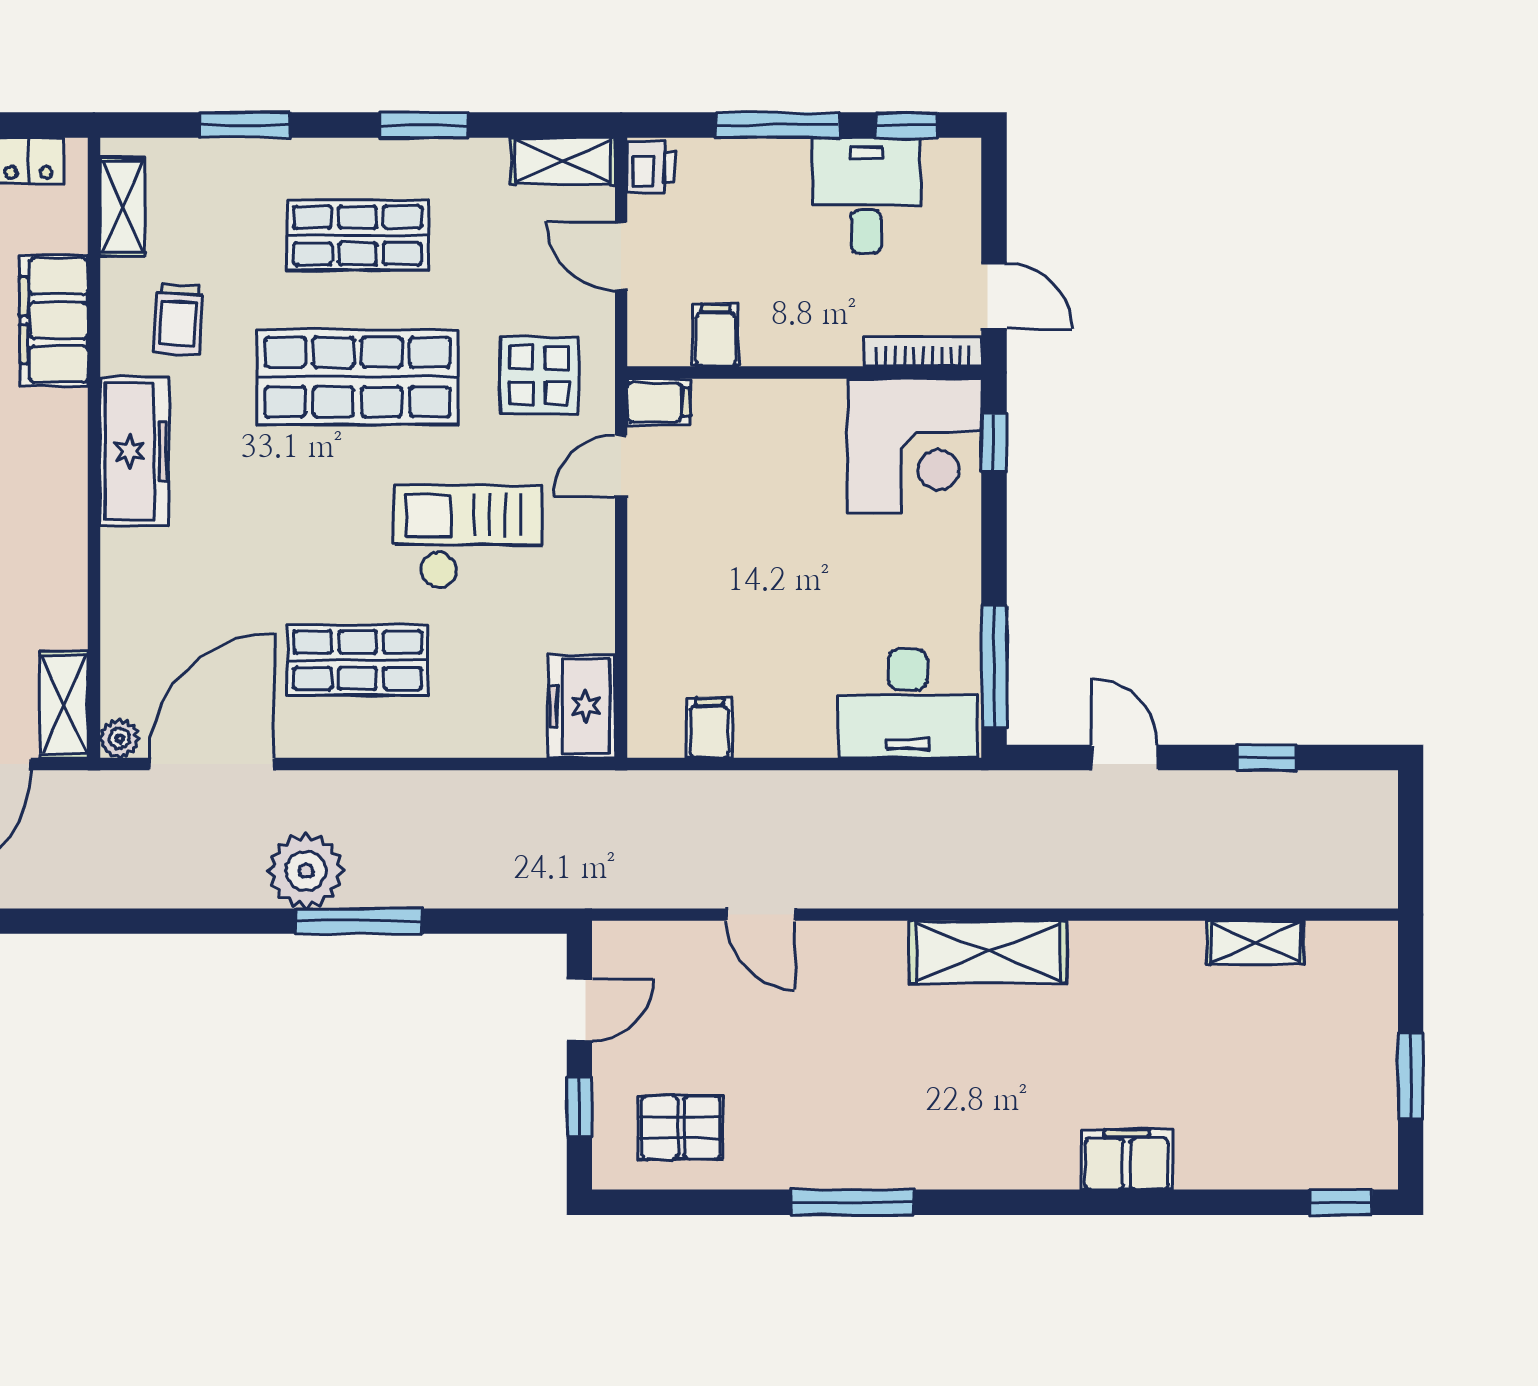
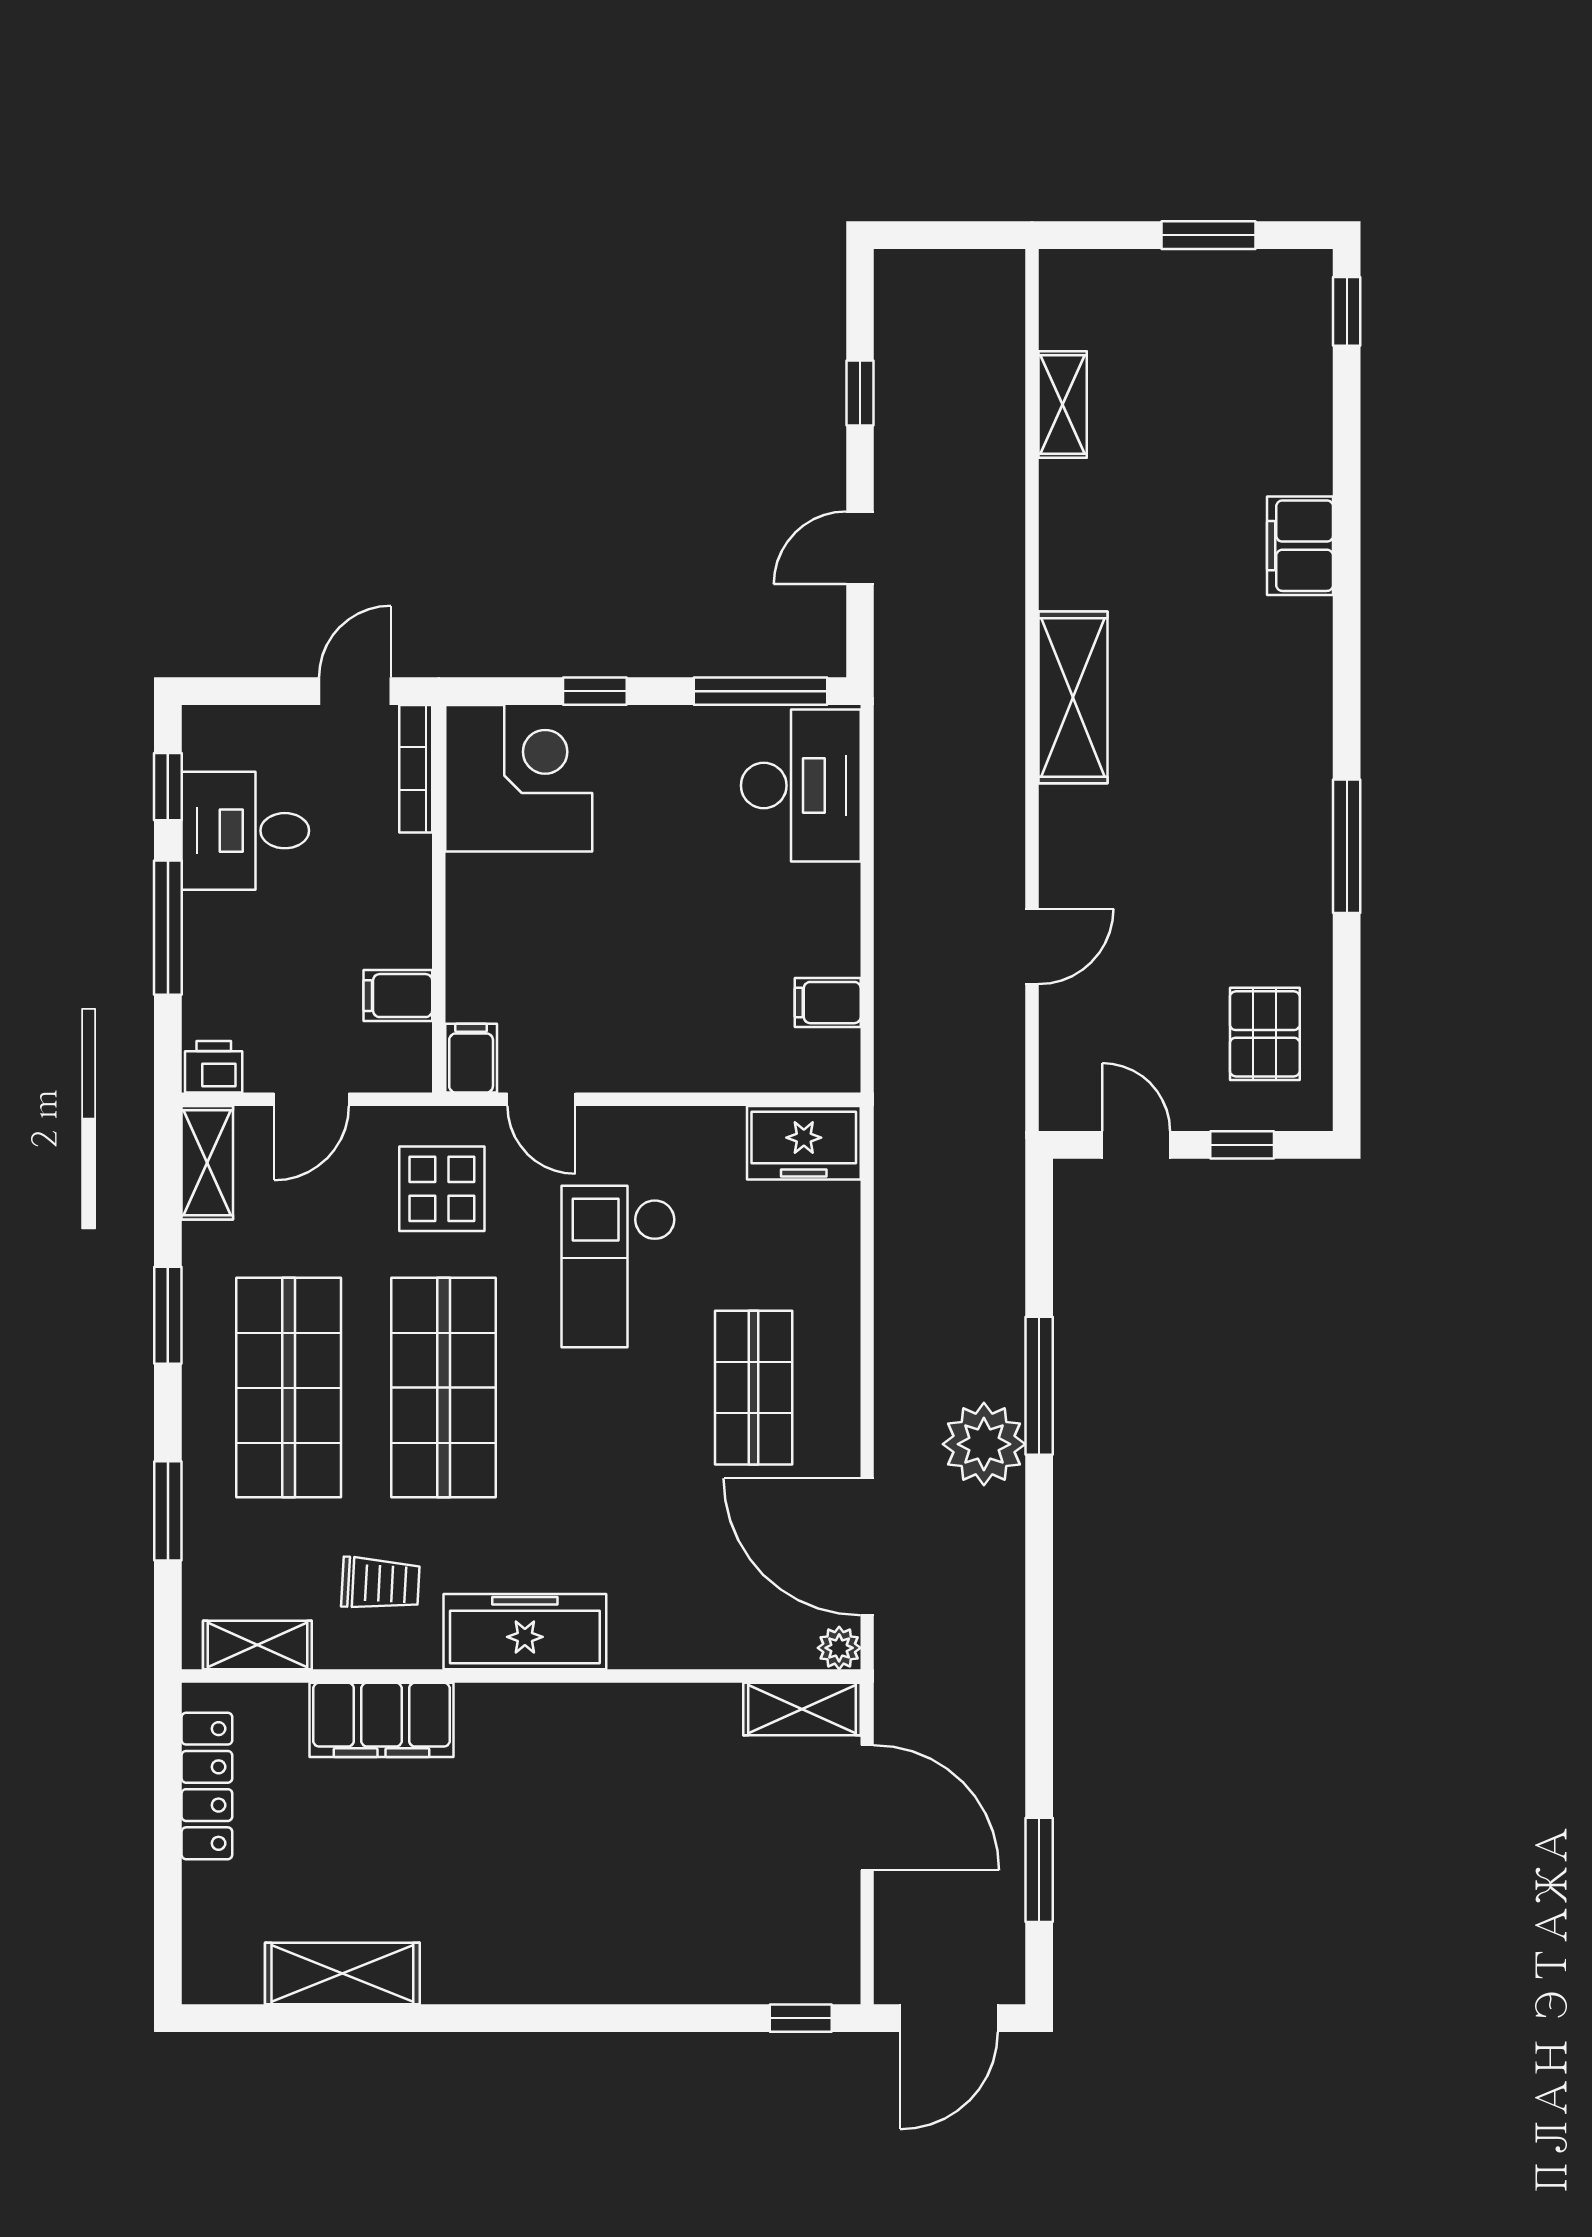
shop shelf: (358, 235) -> (289, 1388), width x1.43, depth x1.36
window: (994, 443) -> (595, 691), moved

